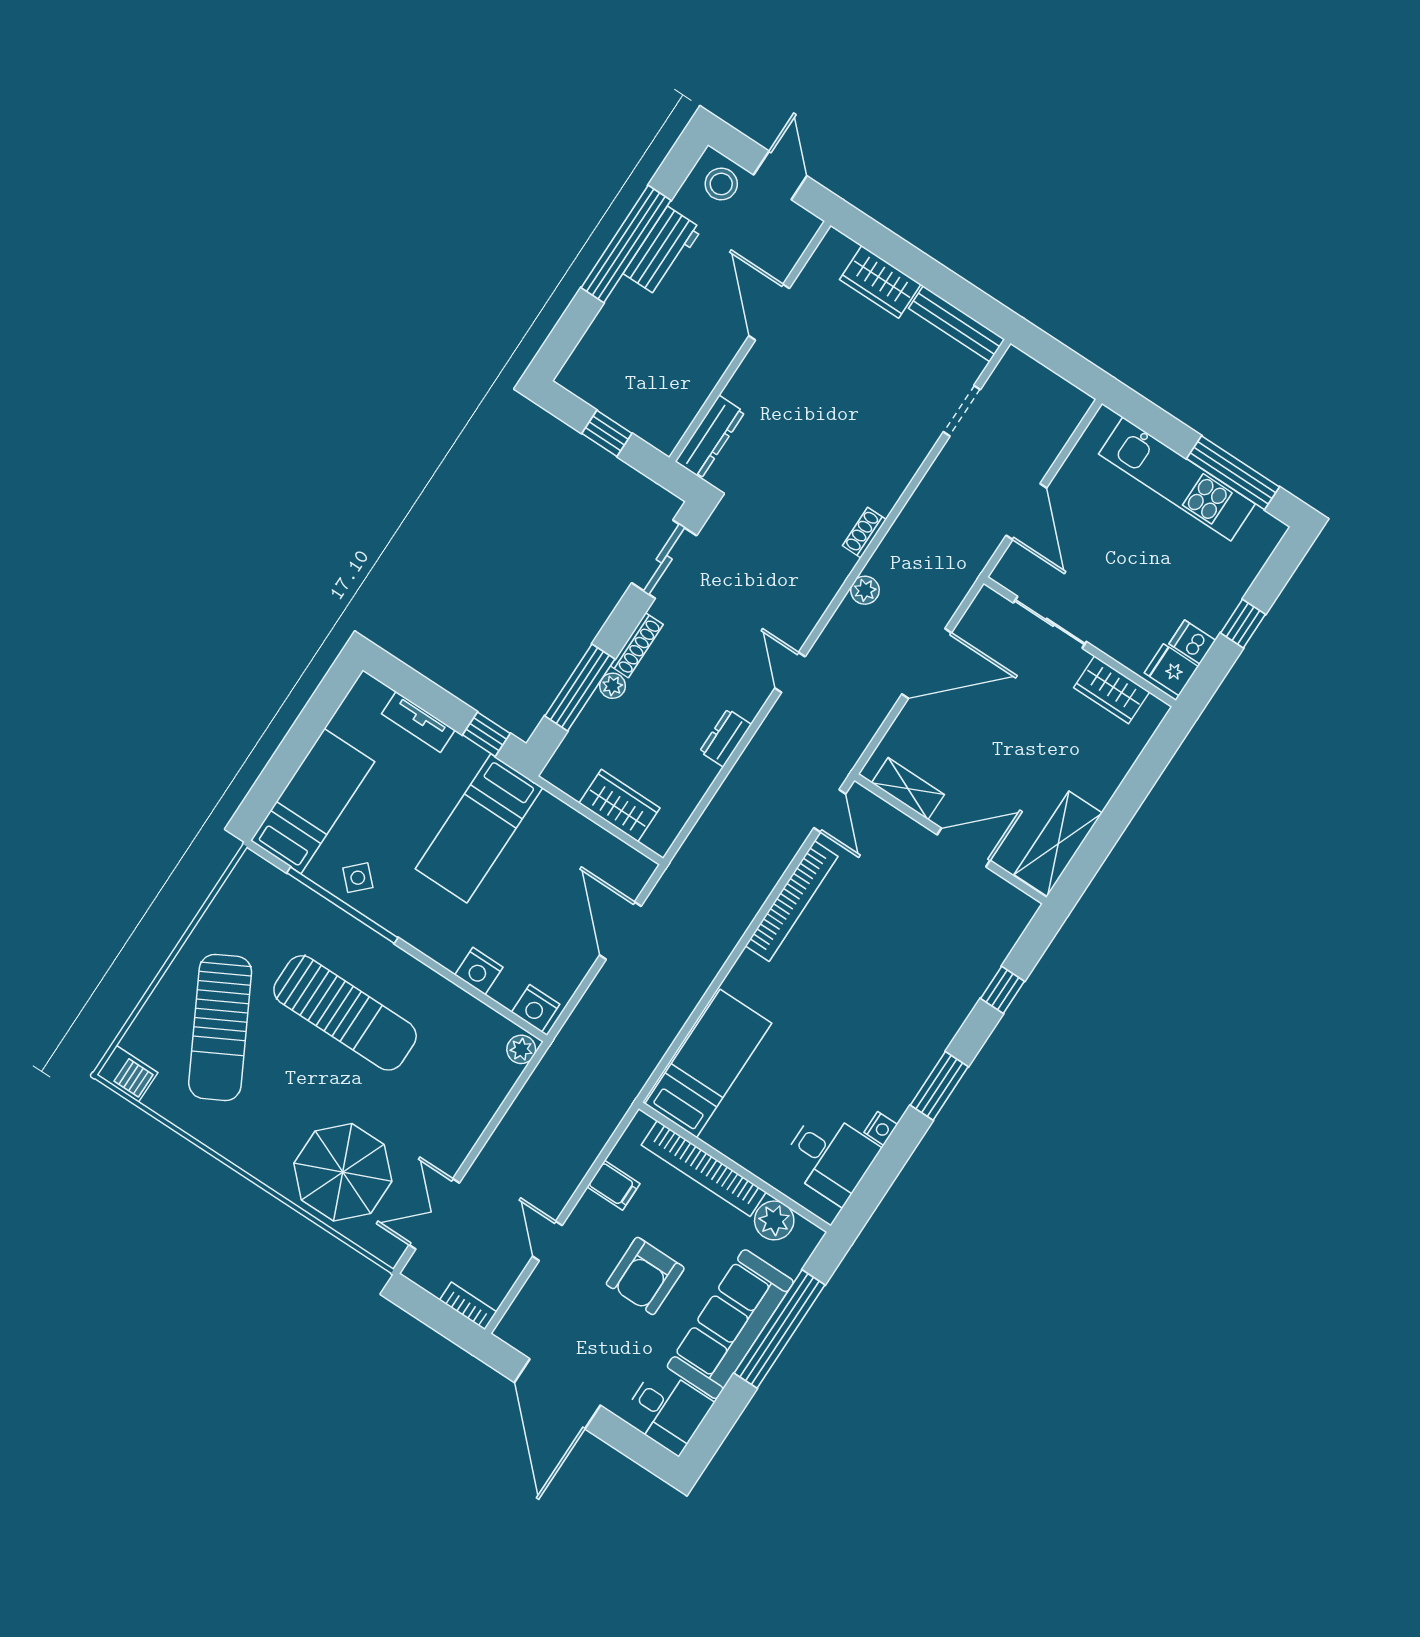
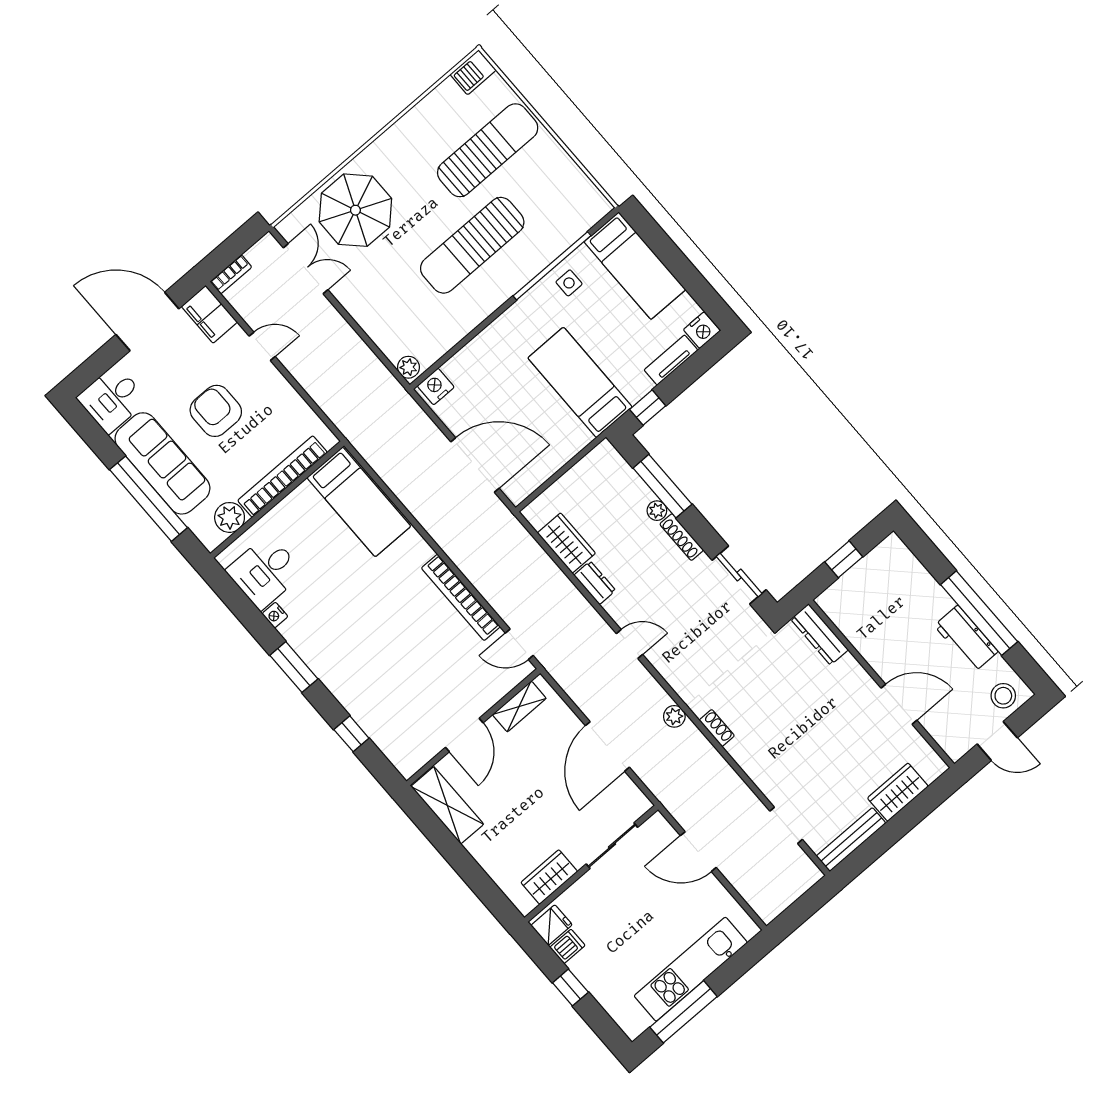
wardrobe: (620, 805) -> (566, 543), moved, turned -90
side table: (358, 878) -> (569, 283), turned 45
door: (620, 931) -> (475, 465), width x1.36
nightstand: (479, 971) -> (702, 330), moved, turned 180
sun lounger: (220, 1027) -> (488, 150), turned 118
filing cabinet: (613, 1185) -> (209, 314), moved, width x2.00

